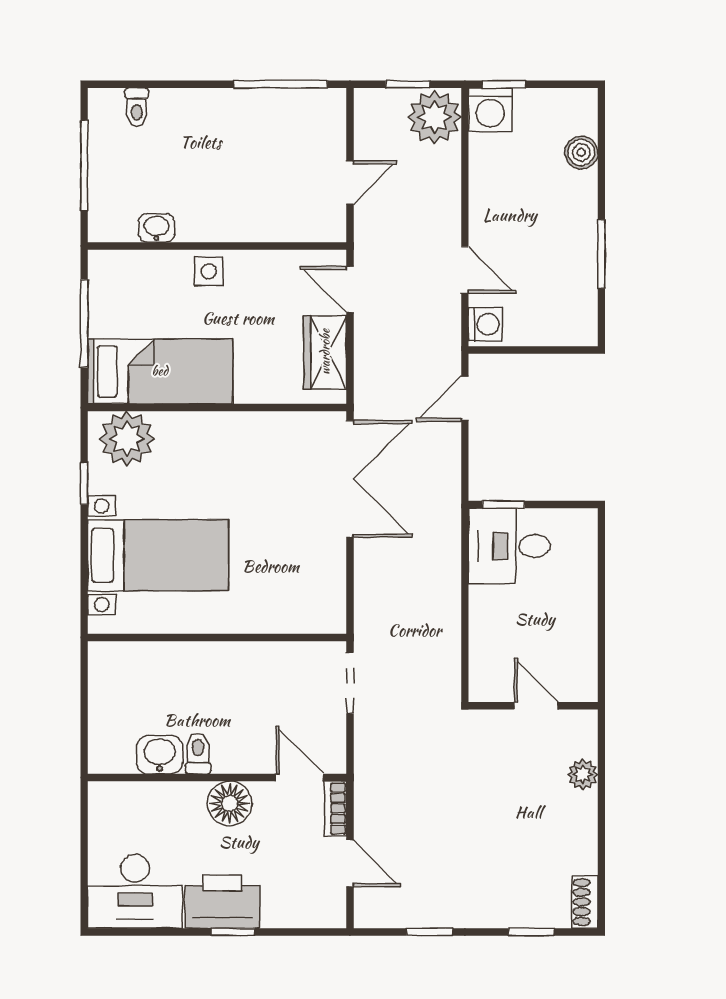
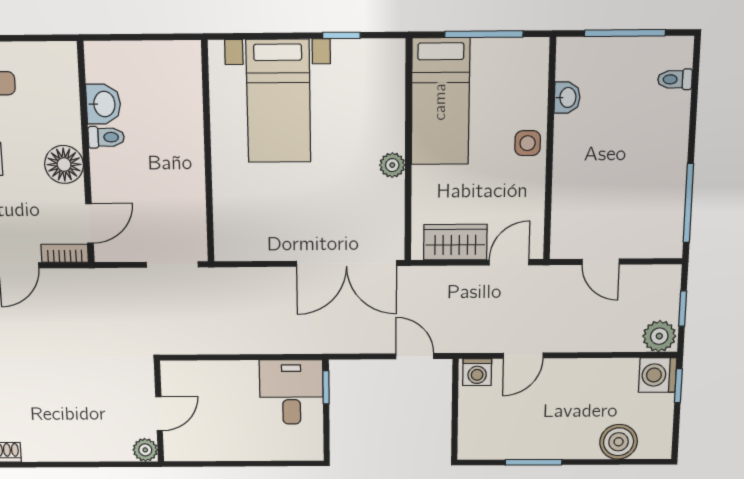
plant: (435, 117) -> (659, 336), width x0.73, depth x0.73
boiler: (581, 152) -> (619, 442), width x1.36, depth x1.36
plant: (127, 439) -> (392, 165), moved, width x0.53, depth x0.53
plant: (583, 775) -> (145, 450), moved

